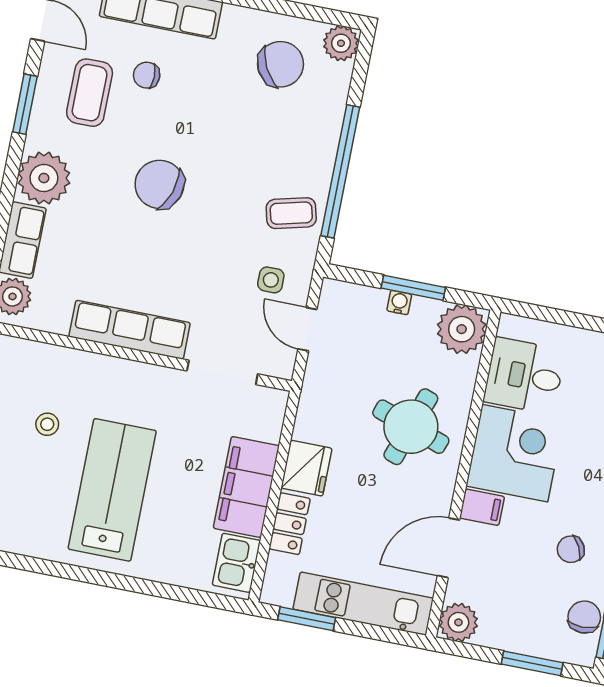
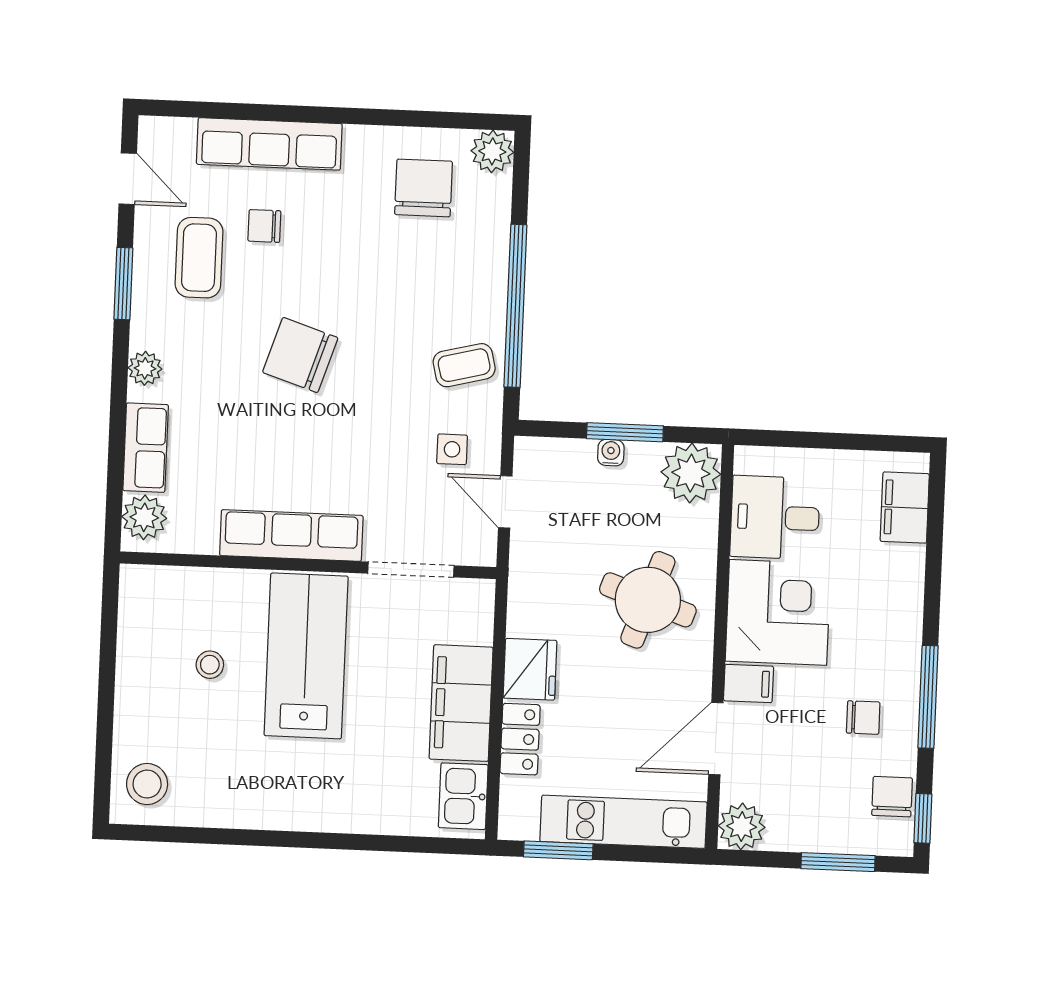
chair: (281, 64) -> (424, 188), turned -62
plant: (44, 178) -> (145, 368), width x0.53, depth x0.53
lab bench: (112, 490) -> (306, 656), moved
chair: (571, 549) -> (863, 718), turned -153

